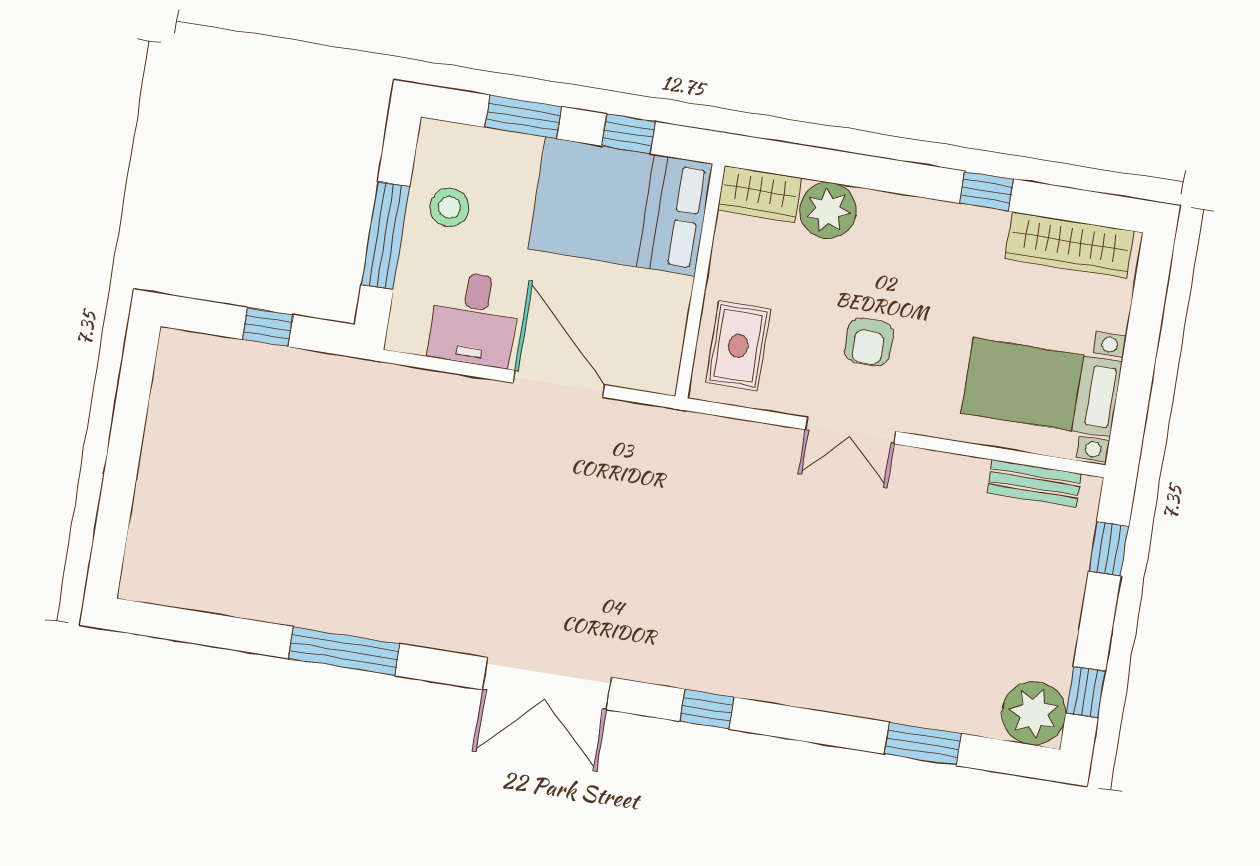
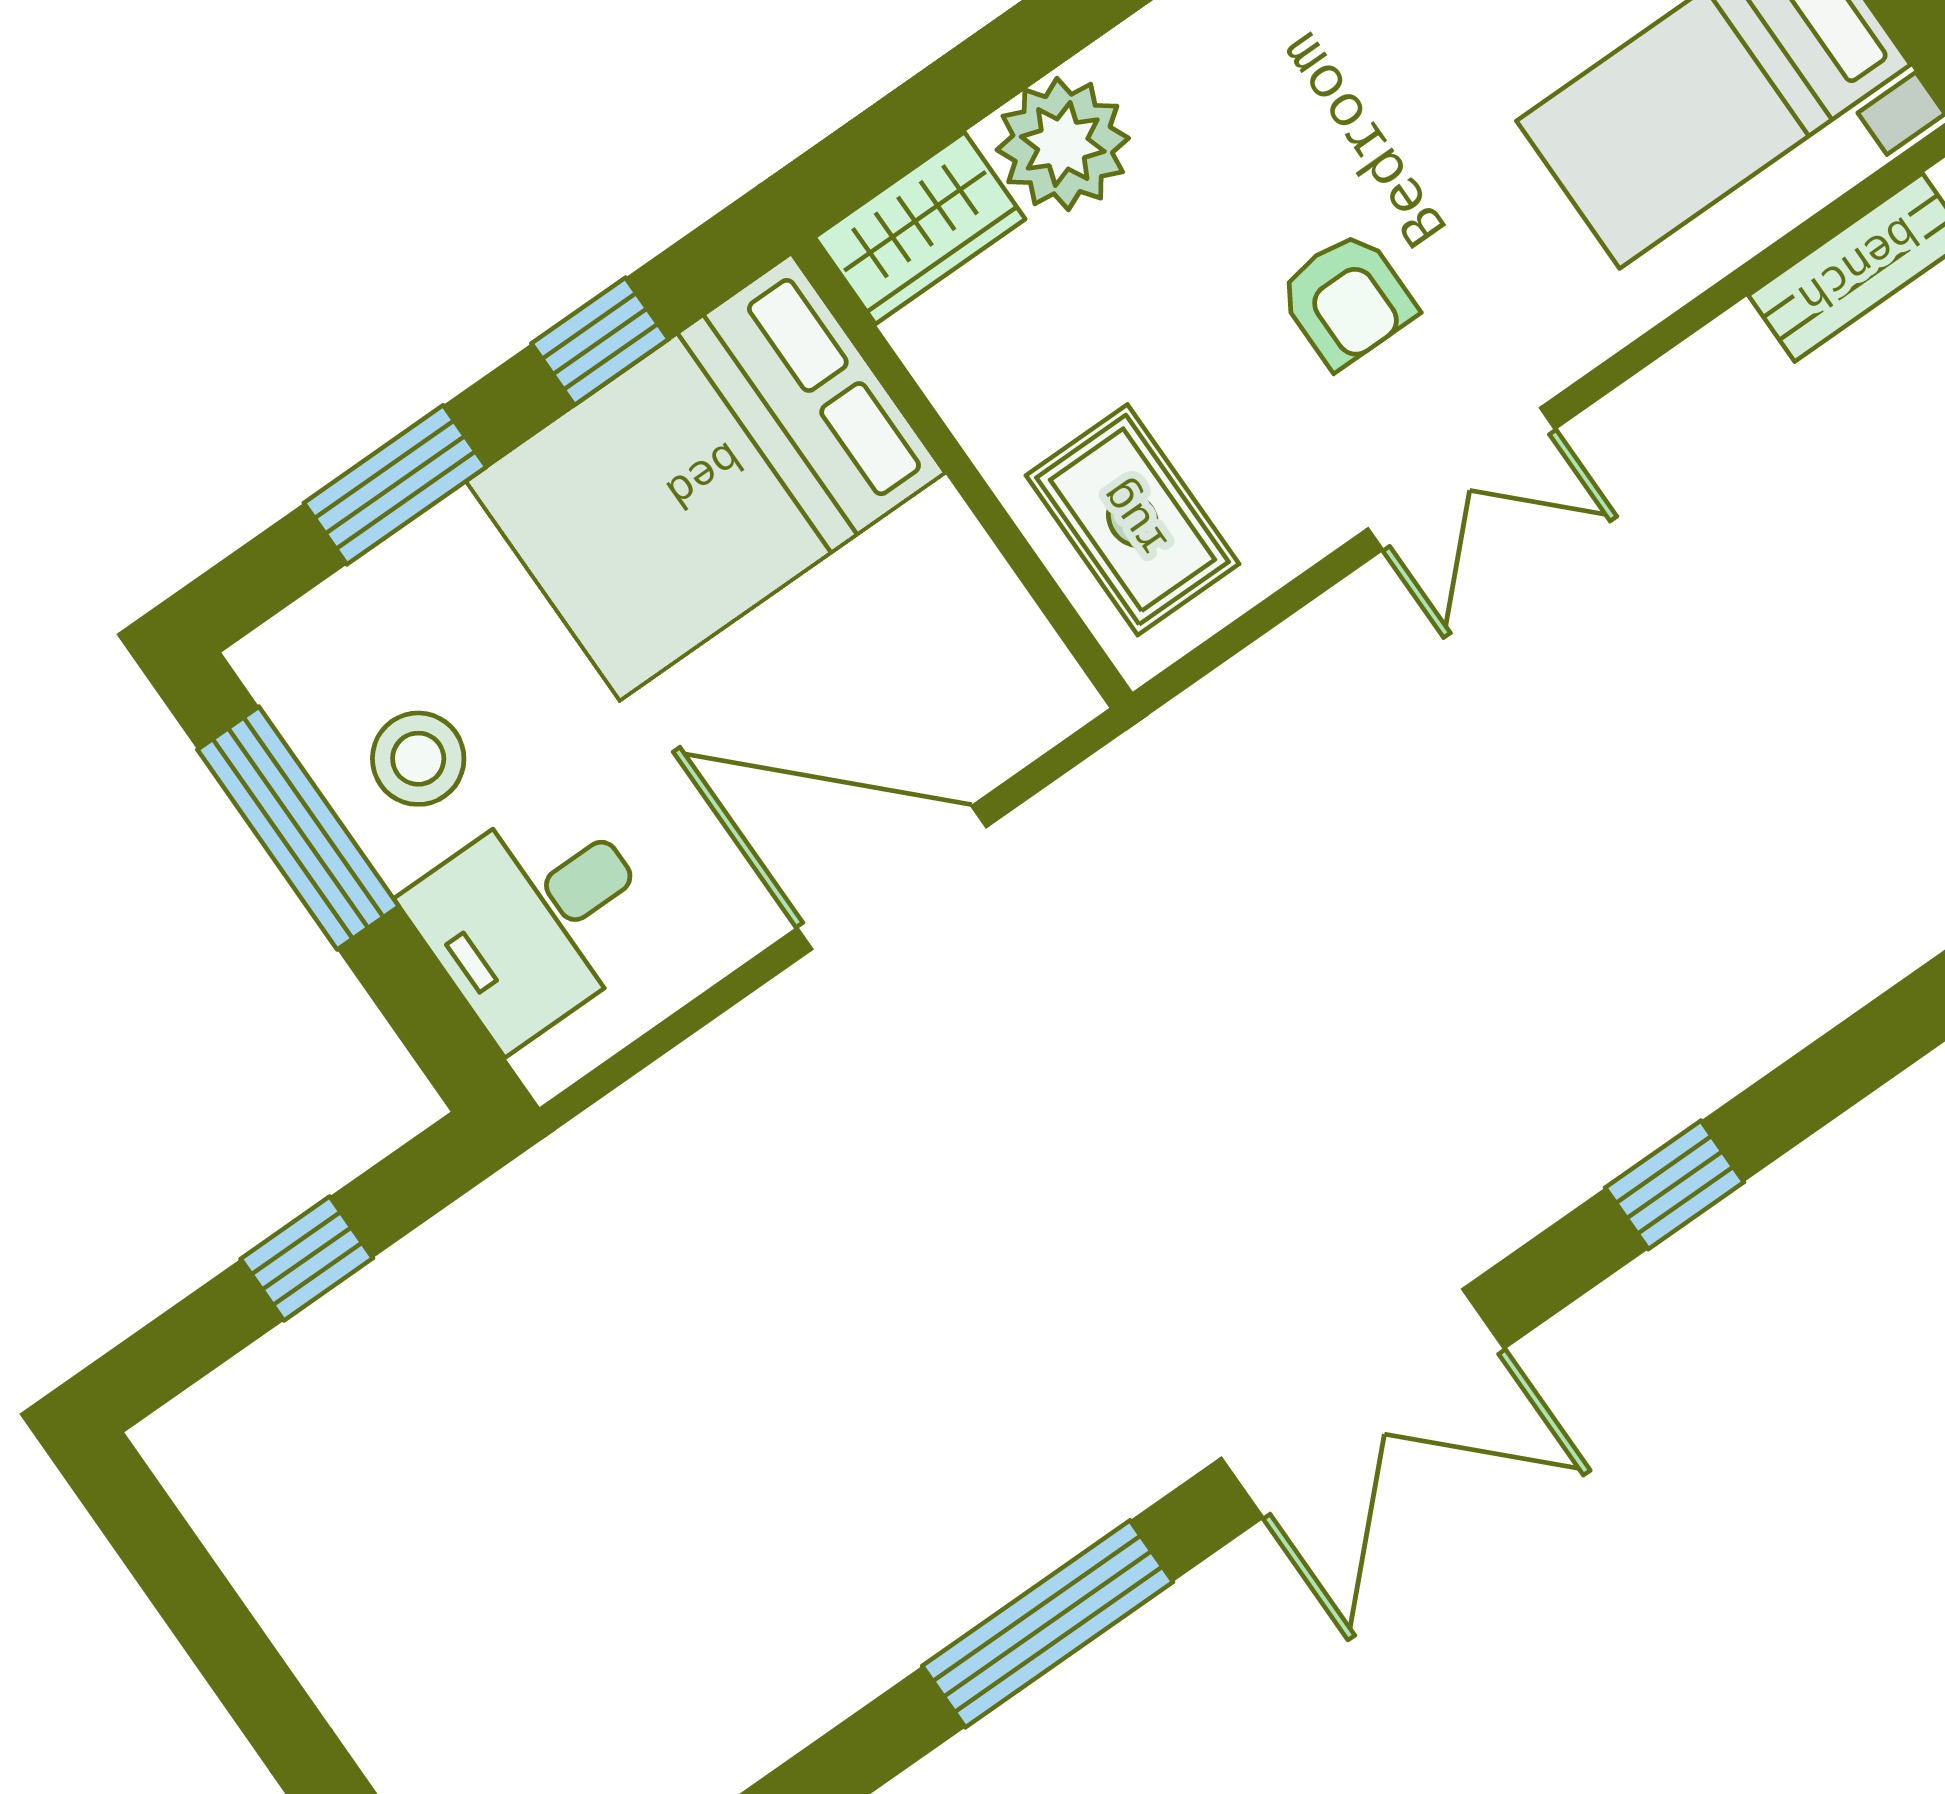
window: (385, 235) -> (298, 828), moved
desk: (474, 319) -> (535, 918), moved, turned 90
window: (344, 651) -> (1048, 1624), moved

